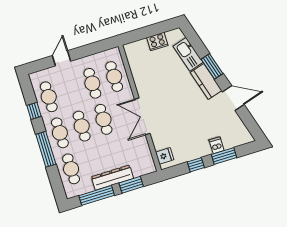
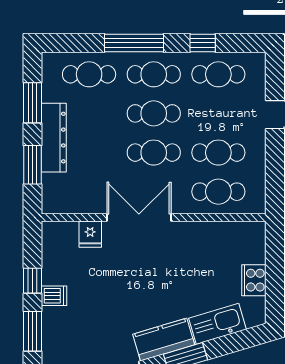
dishwasher: (217, 145) -> (54, 296), moved
fridge: (165, 156) -> (90, 234), moved
window: (97, 195) -> (33, 103), width x0.69

